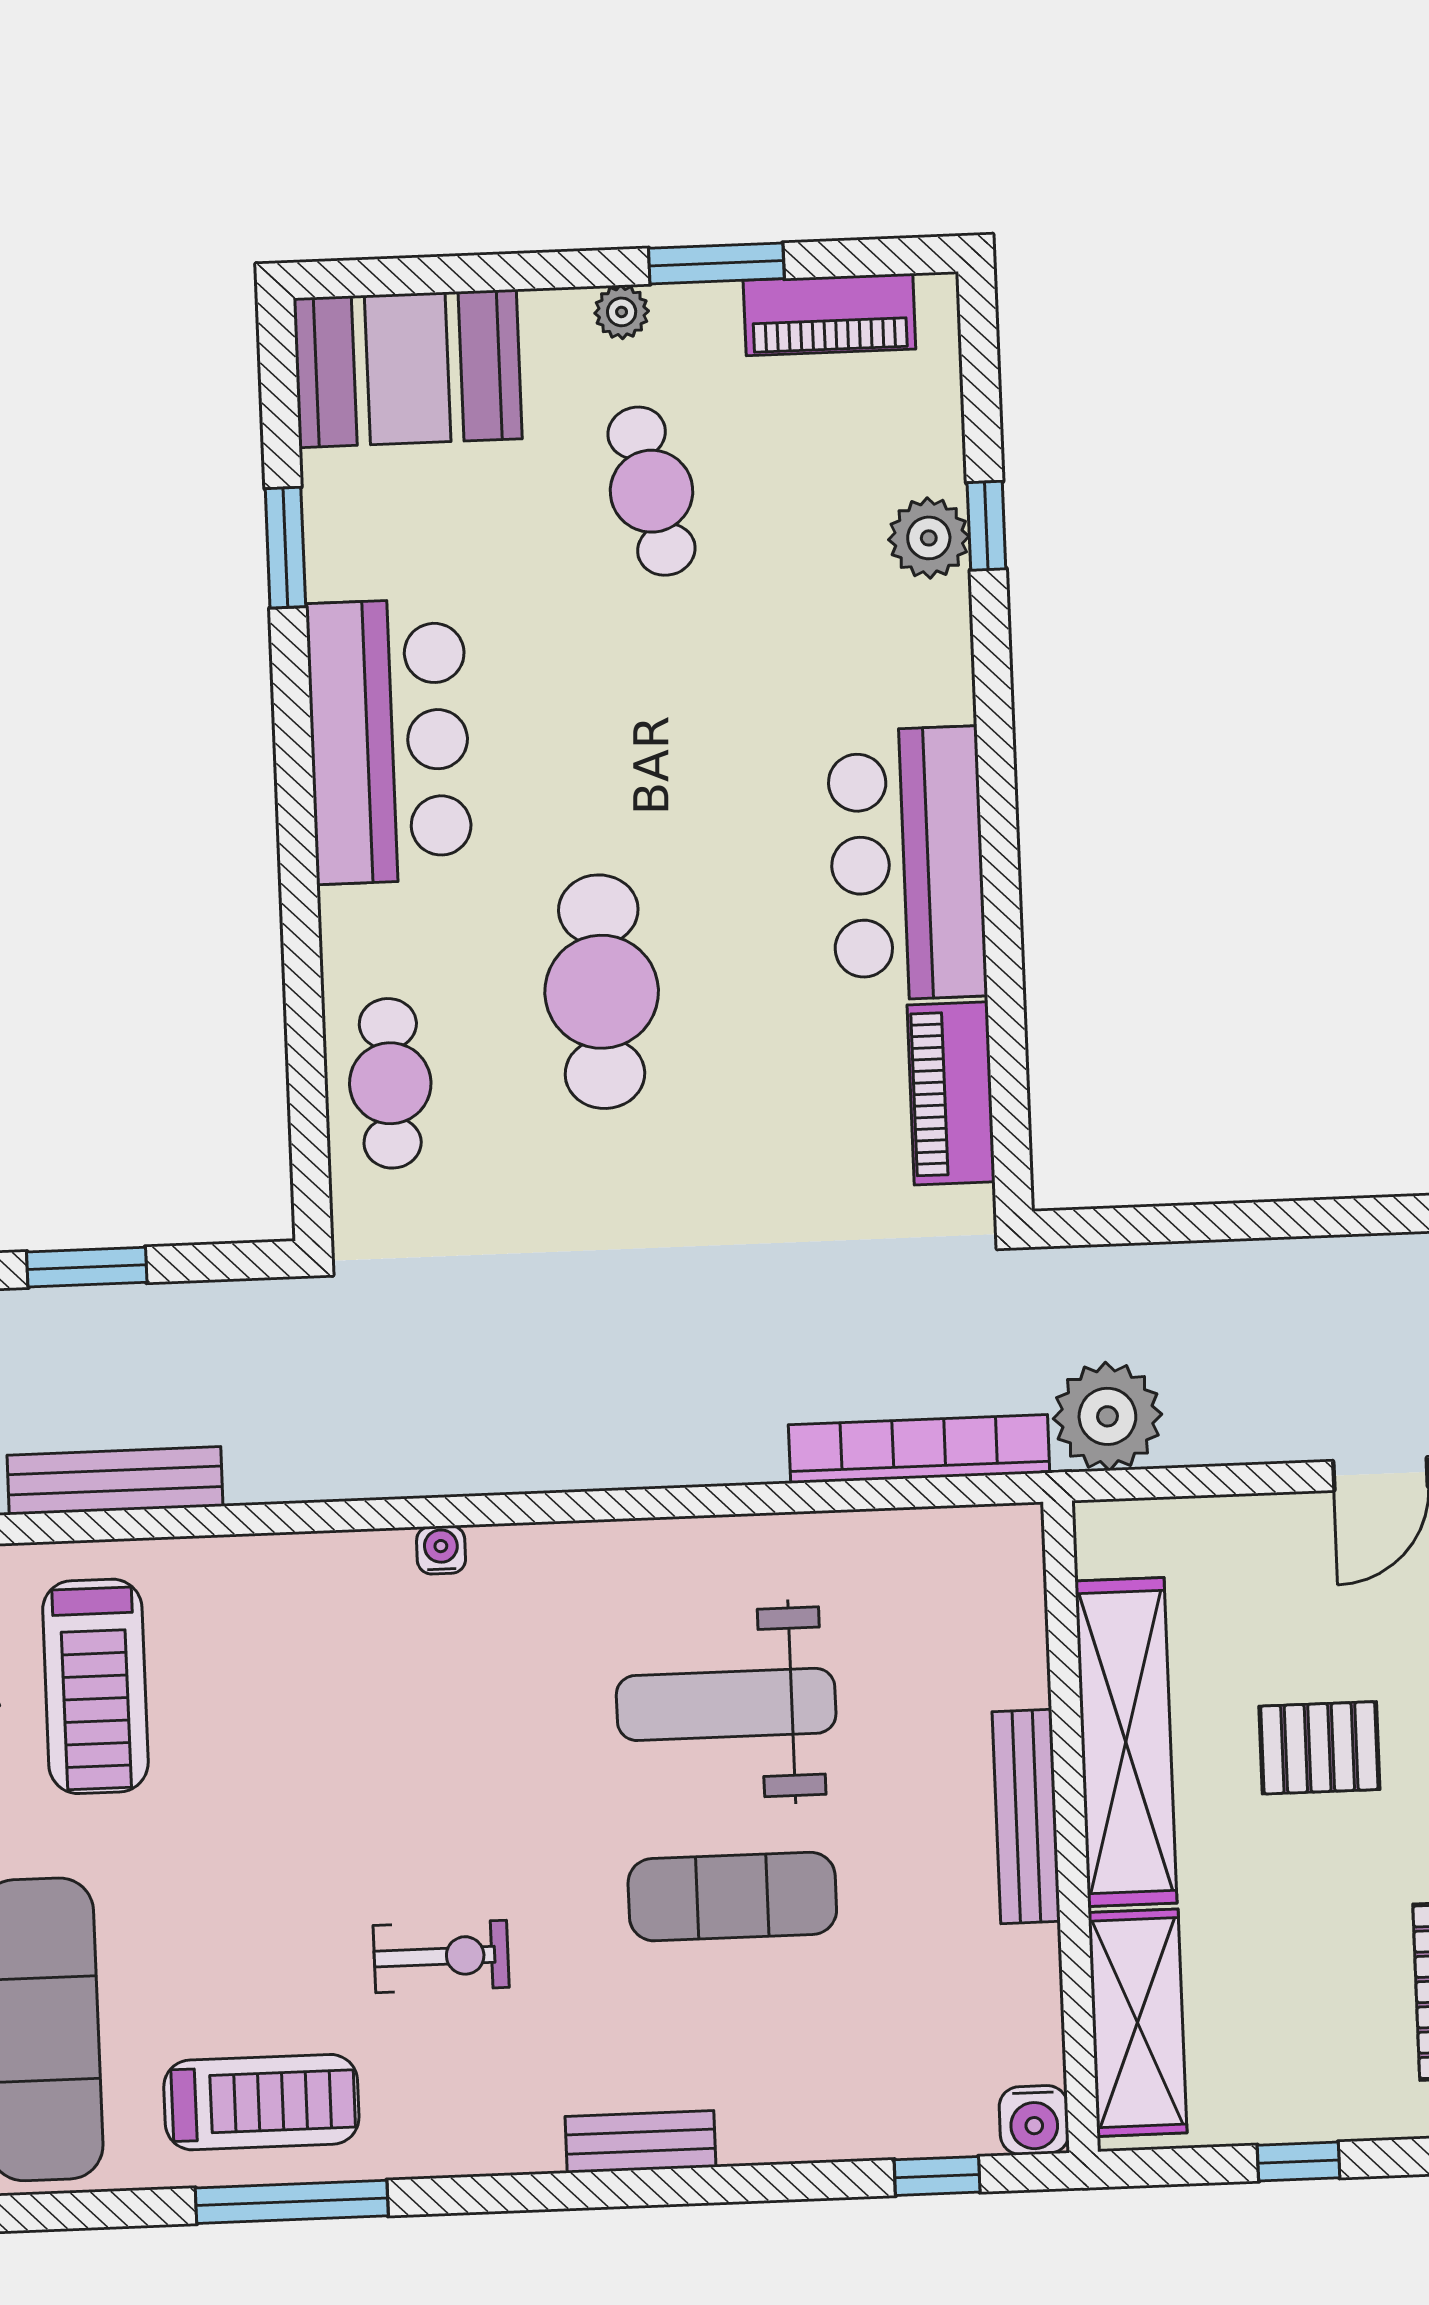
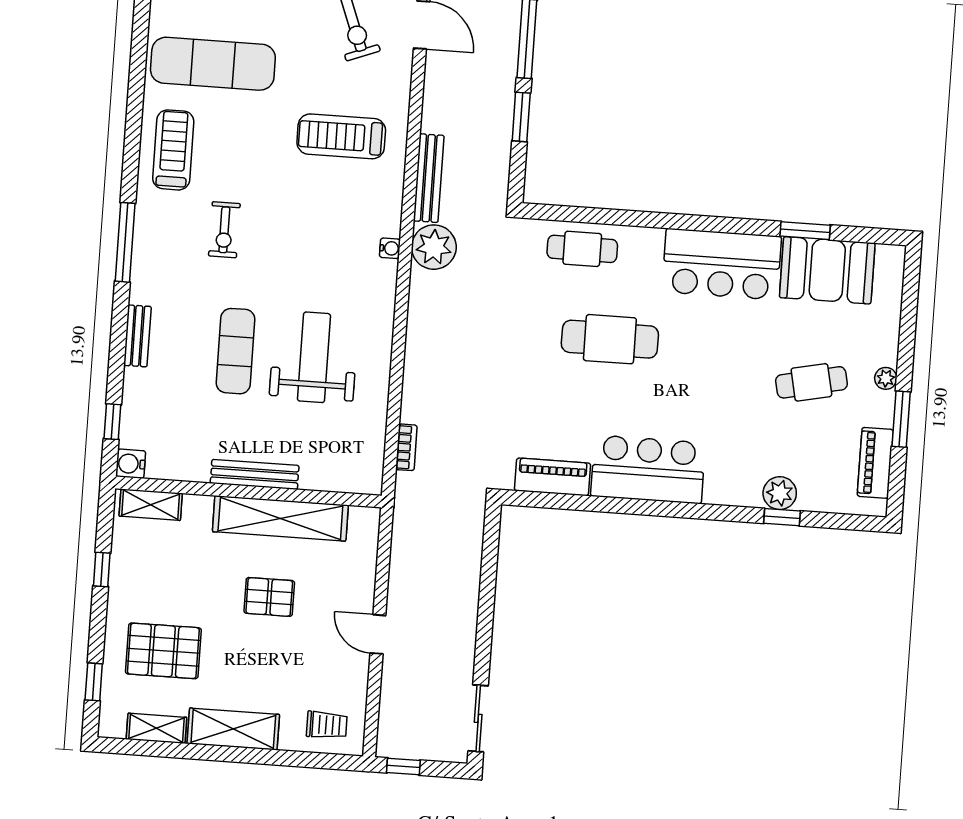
booth: (408, 369) -> (827, 270), moved, turned 90
plant: (1107, 1416) -> (434, 247), moved
bookcase: (919, 1449) -> (406, 447), width x0.43, depth x0.76
bench: (115, 1481) -> (429, 178), moved
treadmill: (95, 1686) -> (341, 136), moved
pallet: (1319, 1748) -> (269, 597), turned 90
shelving: (1138, 2023) -> (151, 505), width x0.67, depth x0.75
treadmill: (261, 2102) -> (173, 150), turned 180
bench: (641, 2142) -> (137, 336), moved
window: (292, 2202) -> (125, 242), moved

